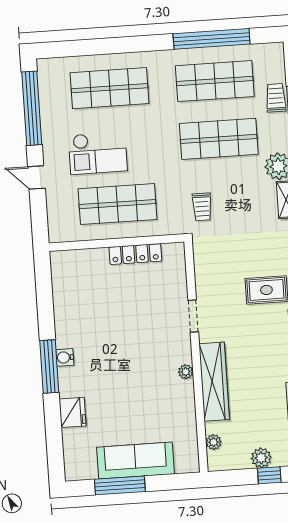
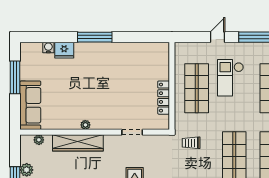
doorway: (193, 316) -> (132, 132), moved
water cooler: (65, 357) -> (48, 48), moved
sofa: (135, 461) -> (30, 105), moved

